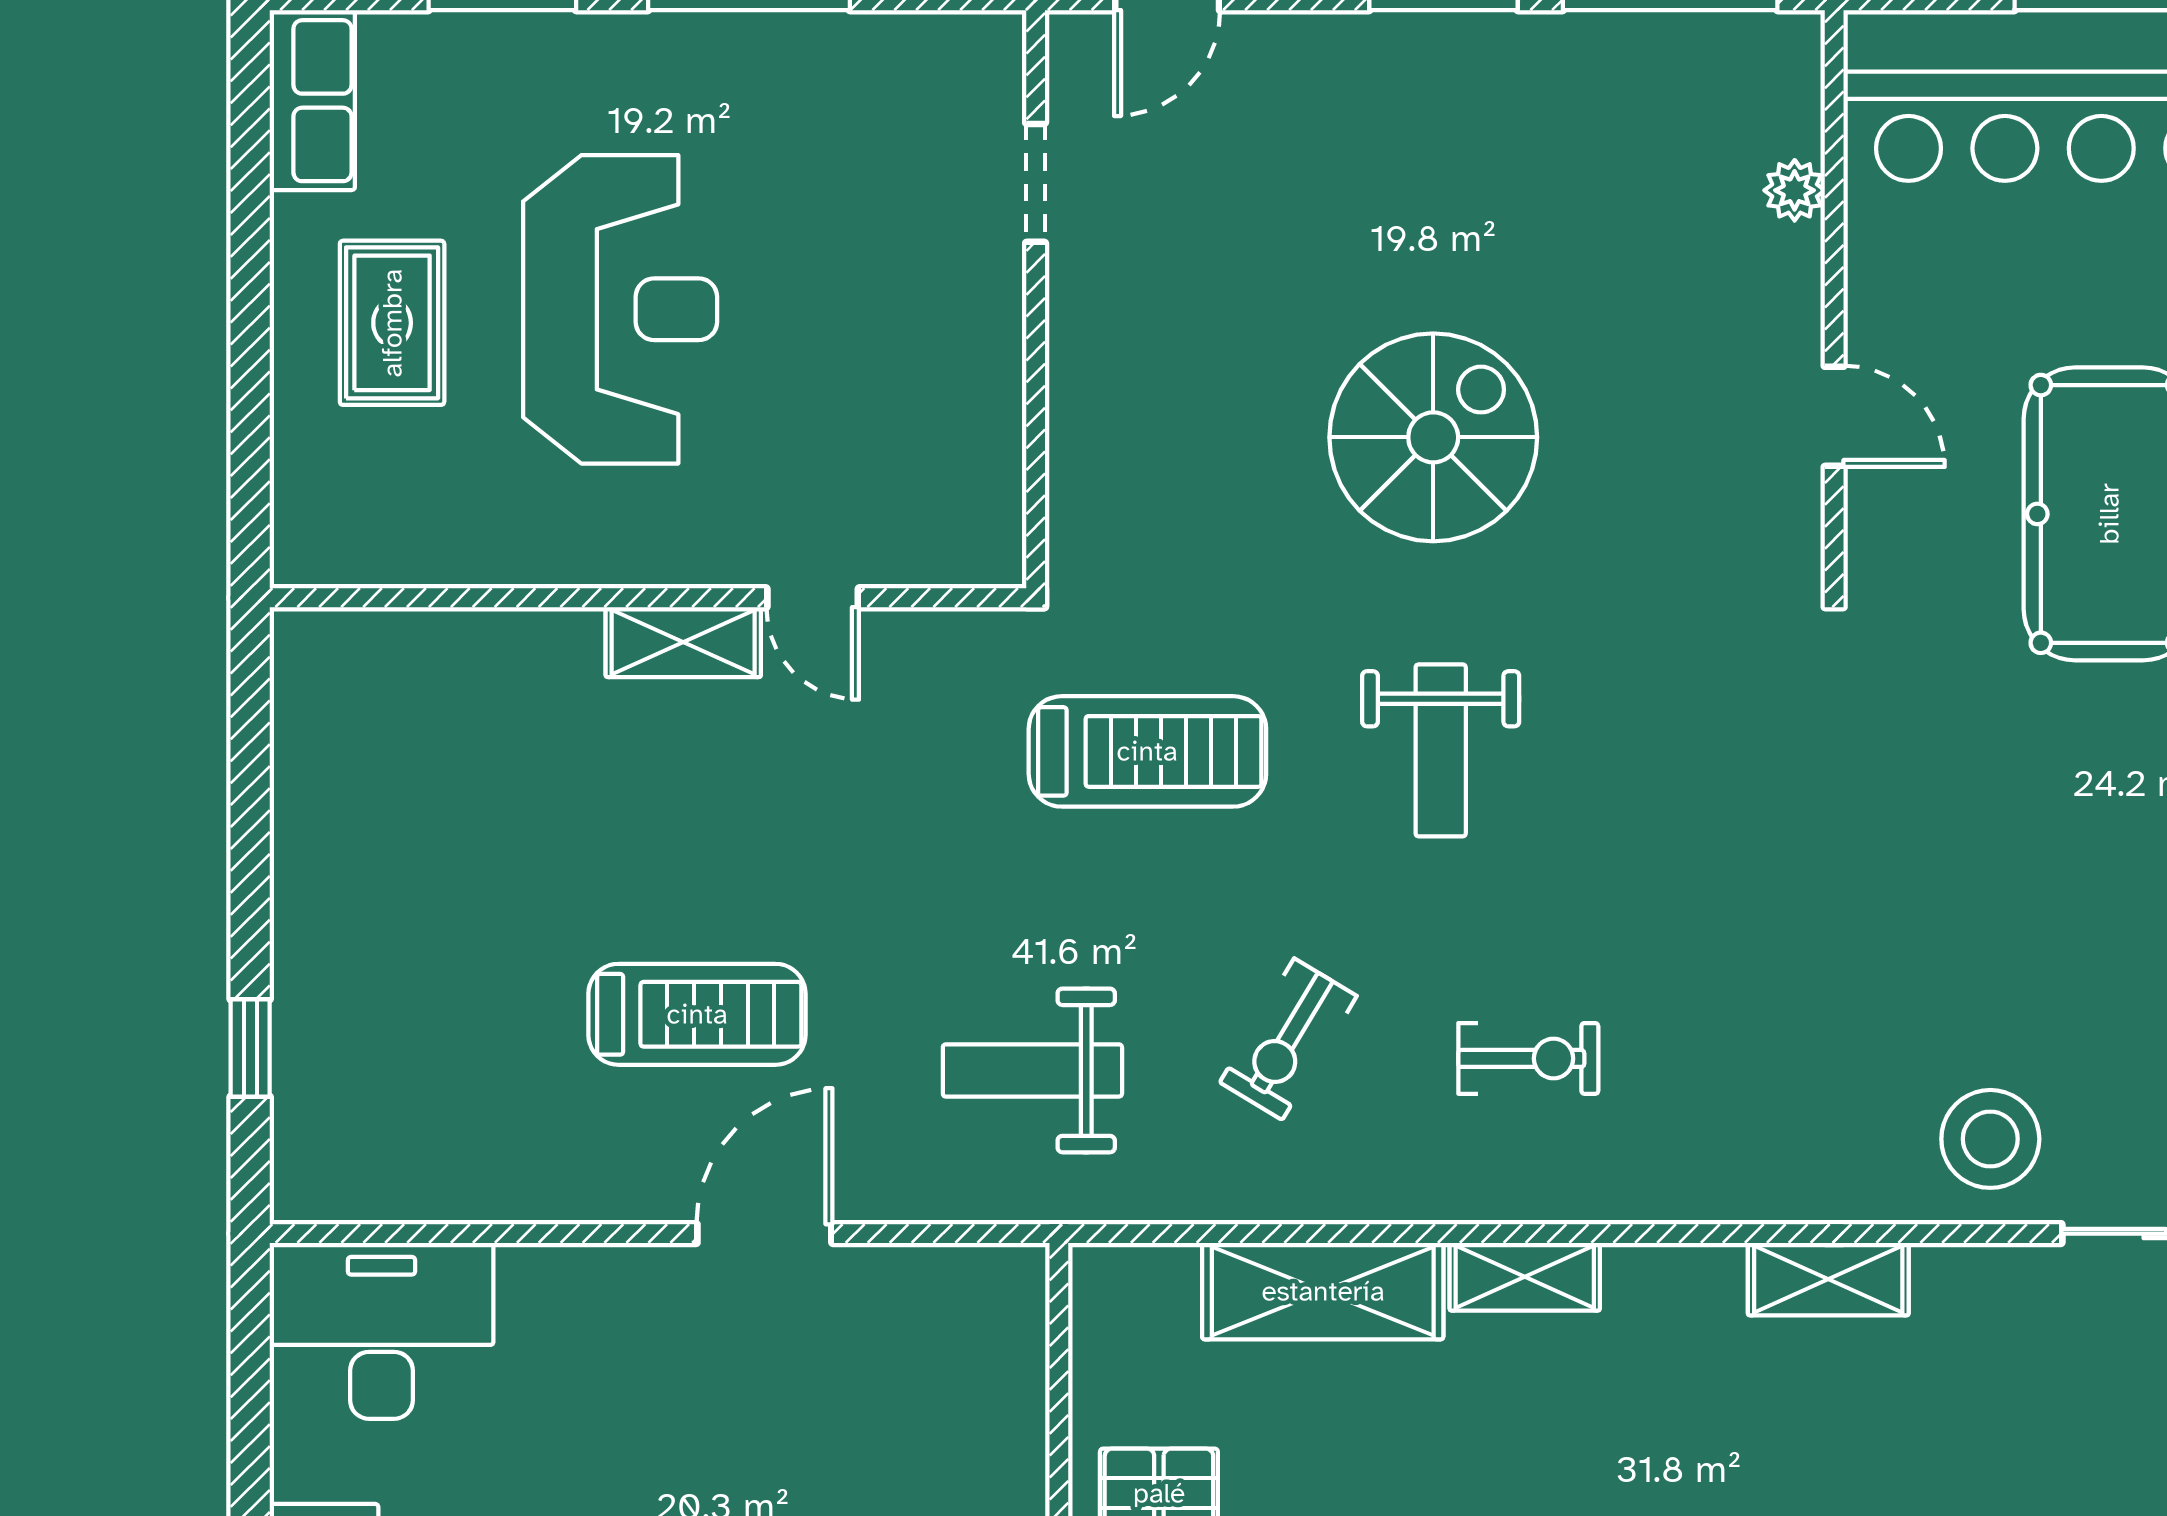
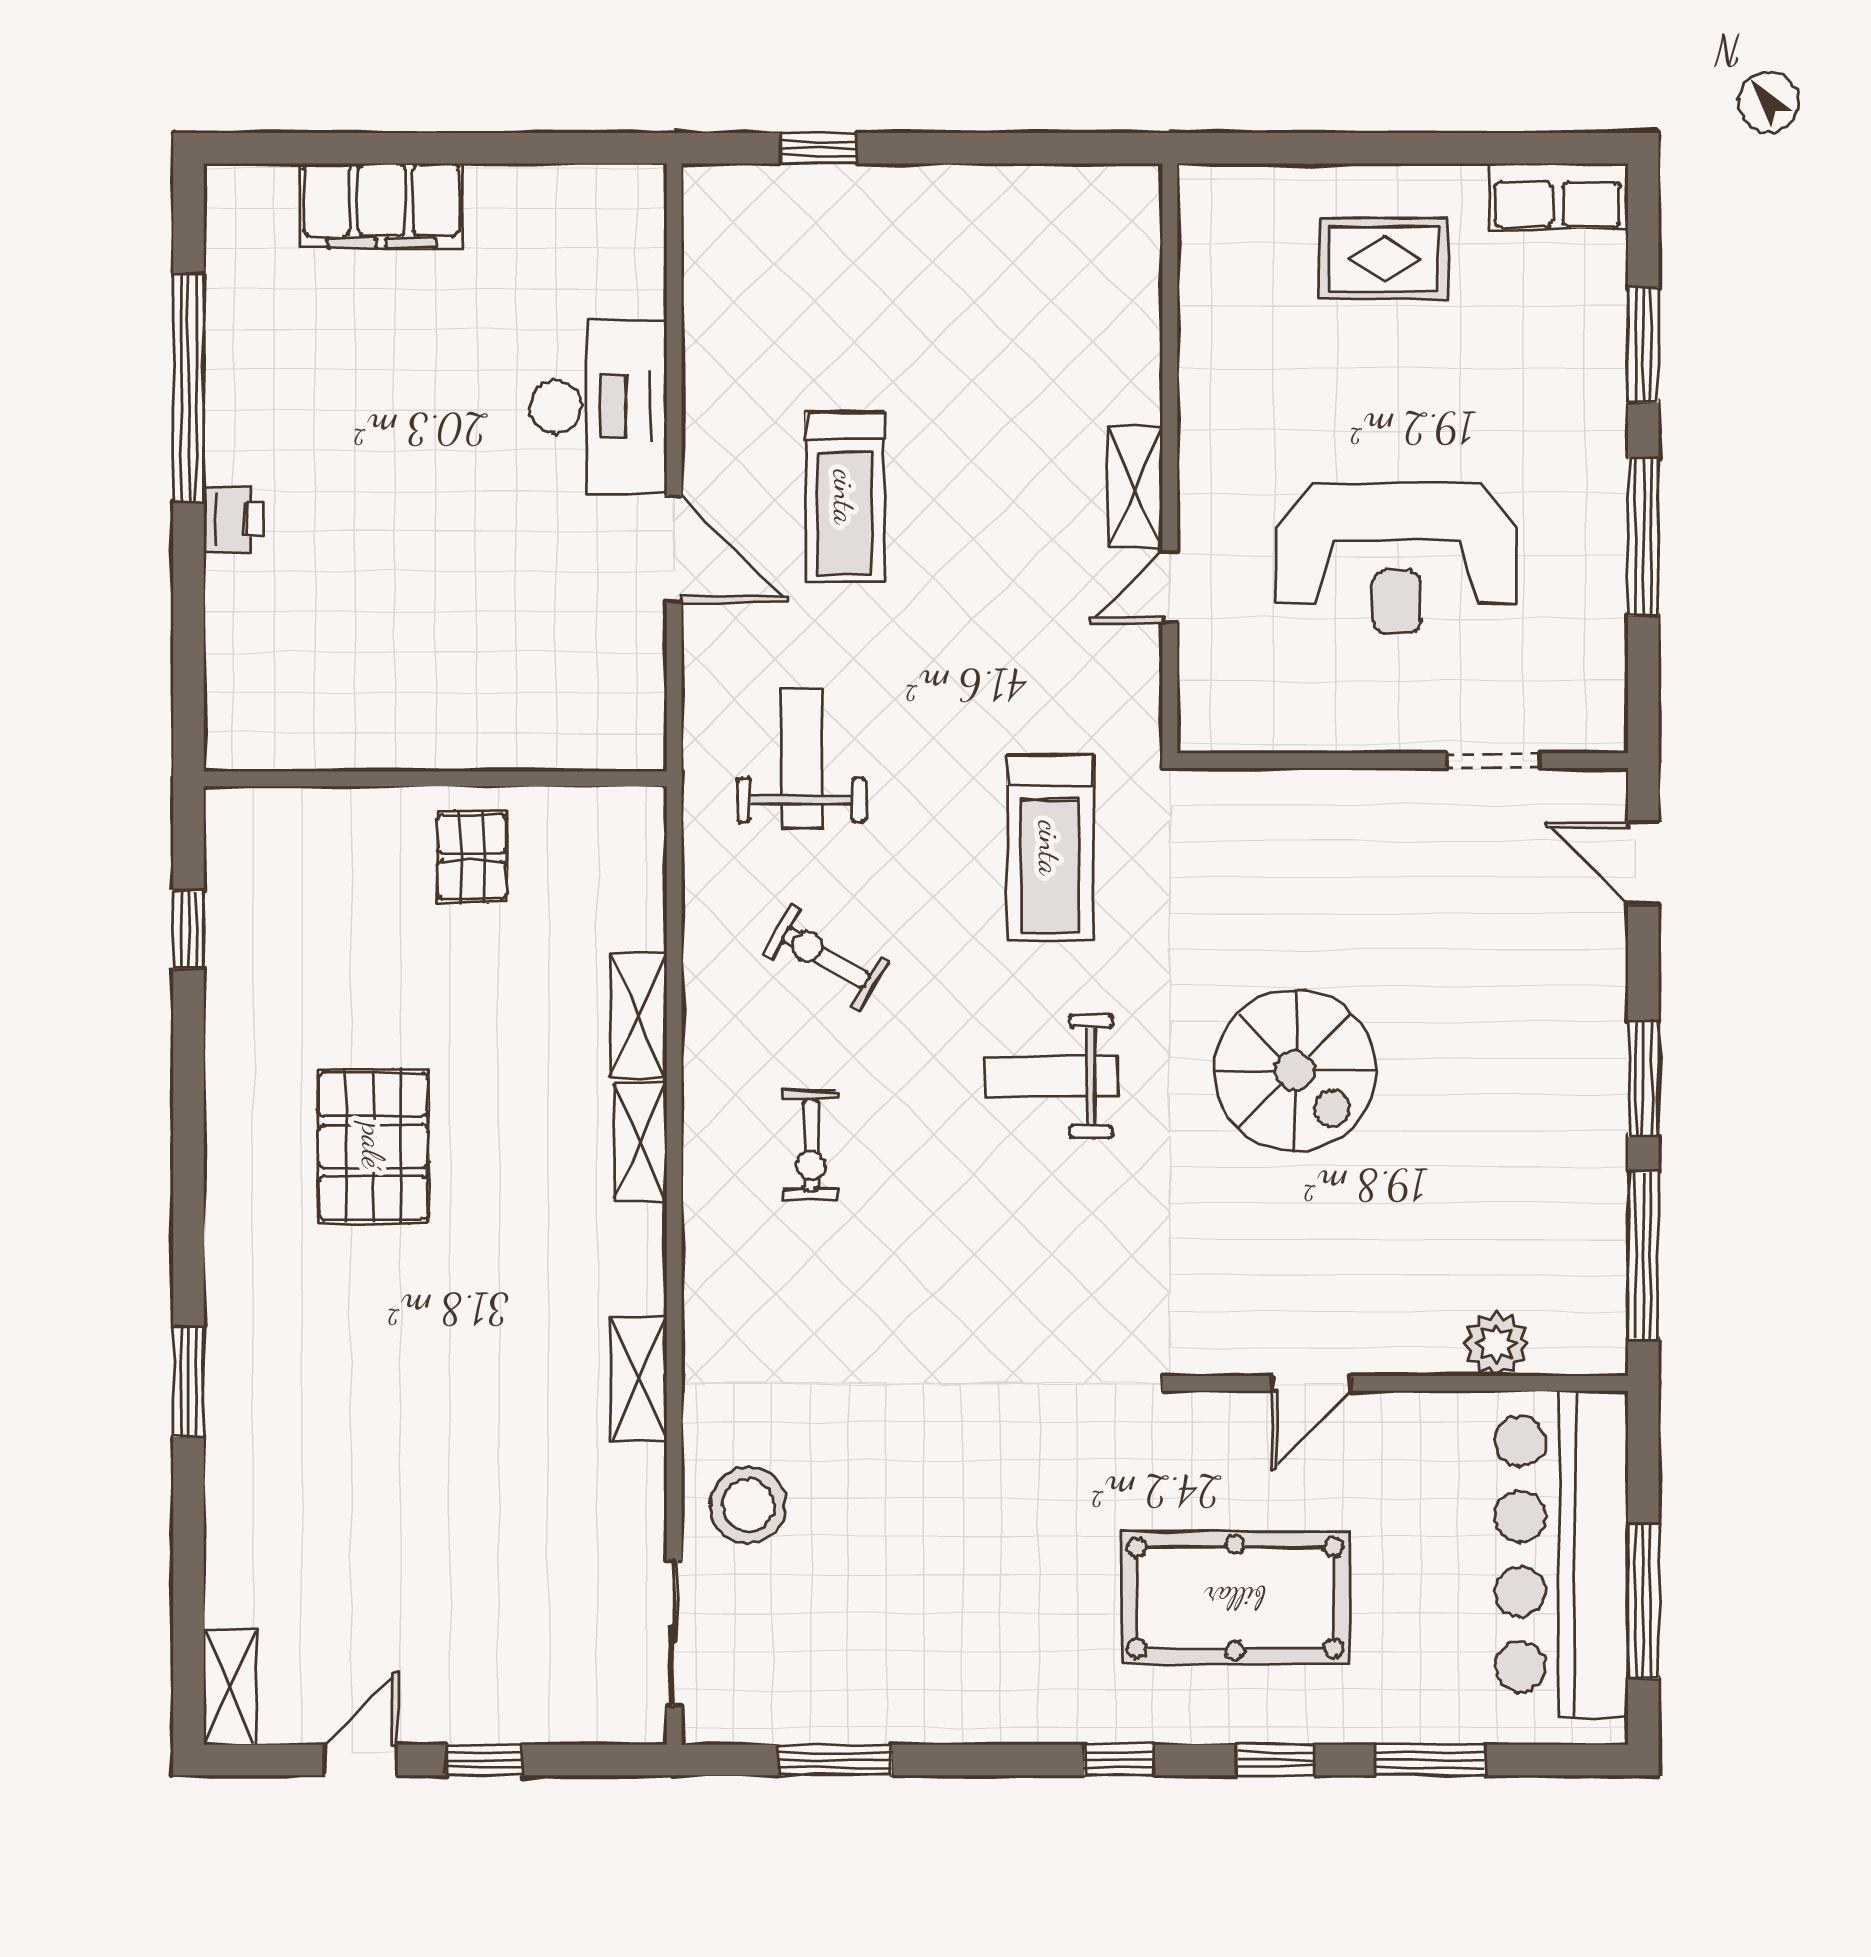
plant: (1795, 190) -> (1496, 1344), width x1.38, depth x1.38
reception desk: (620, 309) -> (1397, 558), moved
shelving: (1323, 1291) -> (639, 1016), width x0.67, depth x0.75
desk: (381, 1331) -> (598, 407), moved

